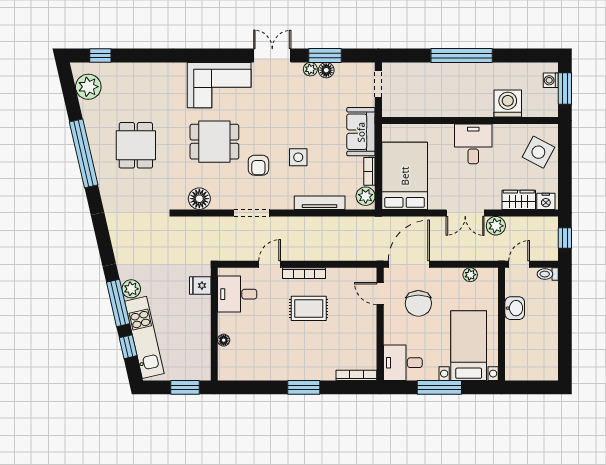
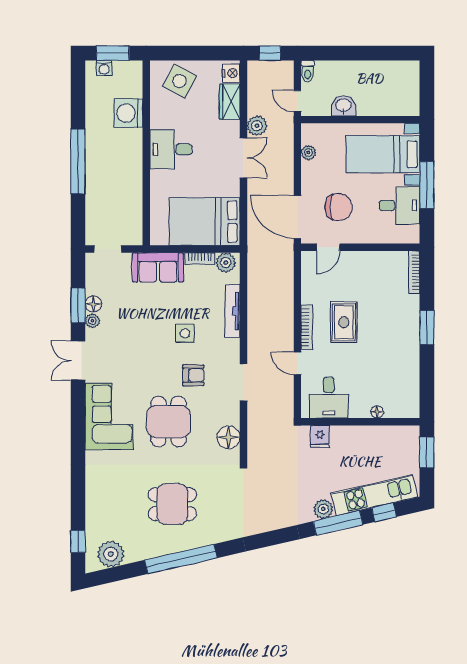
desk: (403, 363) -> (399, 206), moved, turned -90

